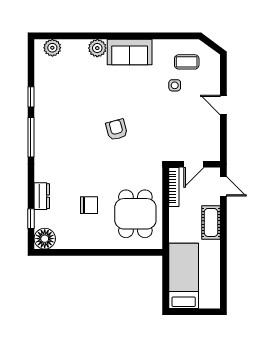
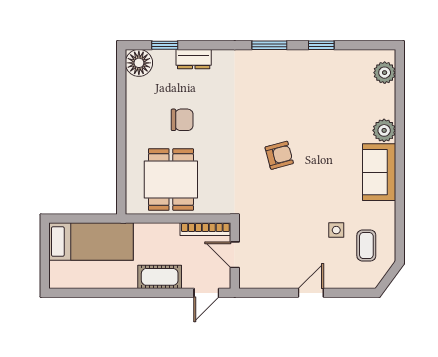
window: (31, 137) -> (269, 45), width x0.69
chair: (89, 205) -> (182, 120), turned -90
dining table: (135, 214) -> (171, 179), turned 90

